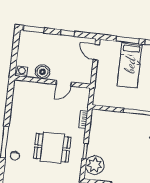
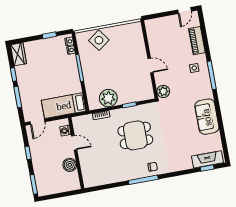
bed: (130, 65) -> (64, 106), moved, turned 180
washing machine: (22, 72) -> (65, 131), moved
dining table: (52, 148) -> (135, 135), turned 90
plant: (95, 165) -> (108, 98), moved

